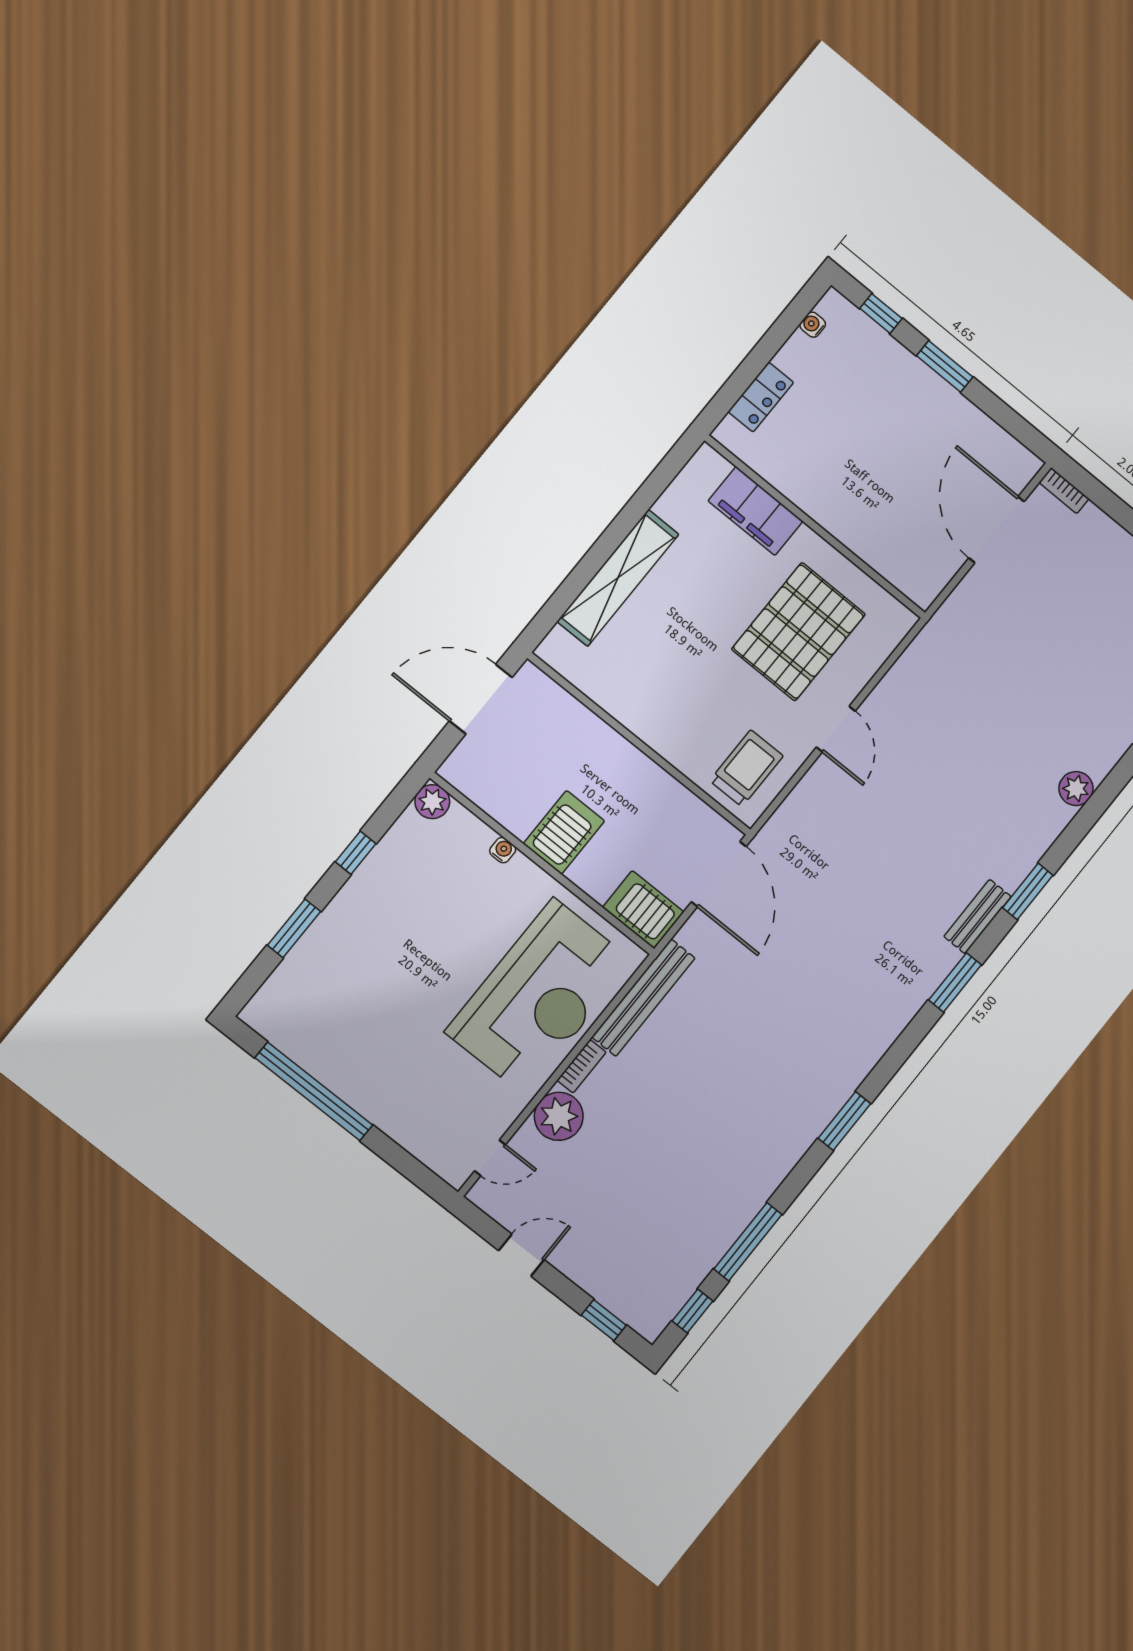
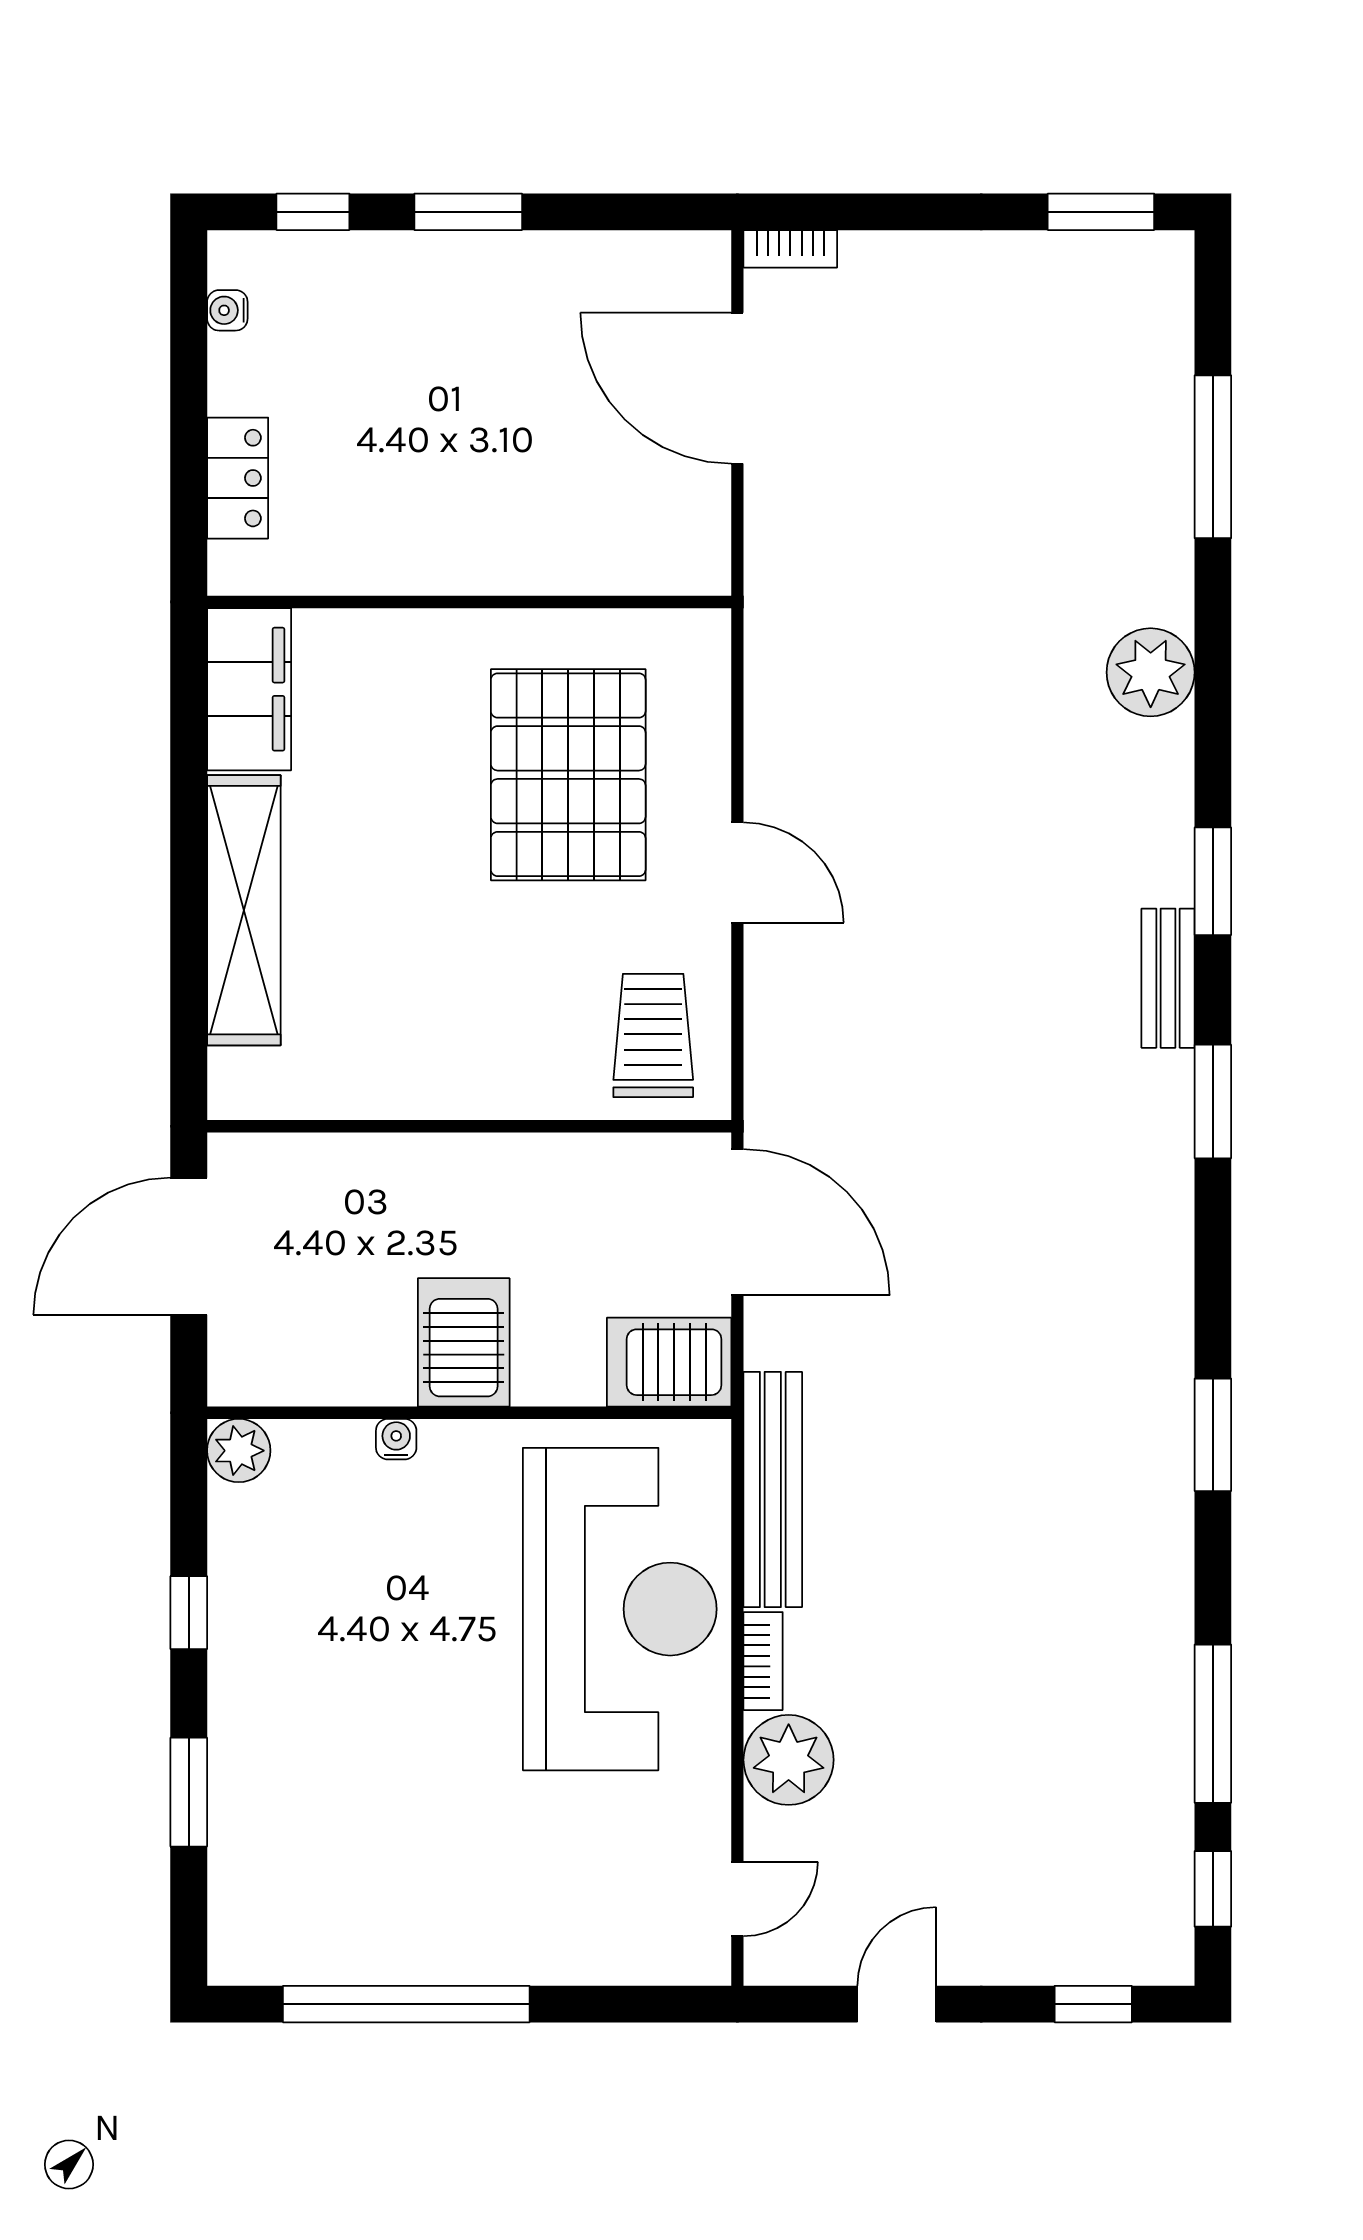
filing cabinet: (756, 511) -> (249, 689), moved, turned -90
plant: (1076, 789) -> (1151, 672), width x1.36, depth x1.36

